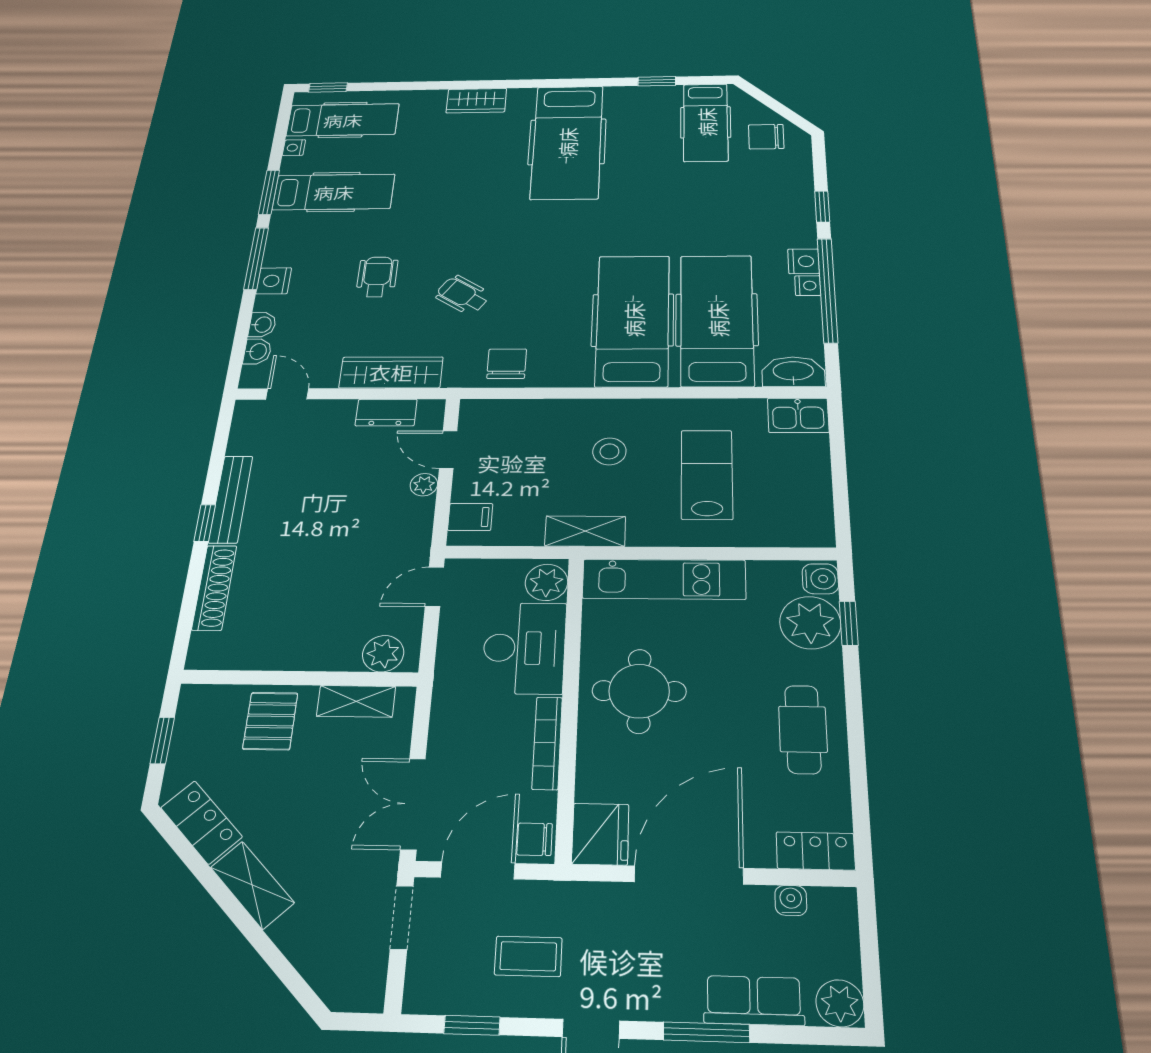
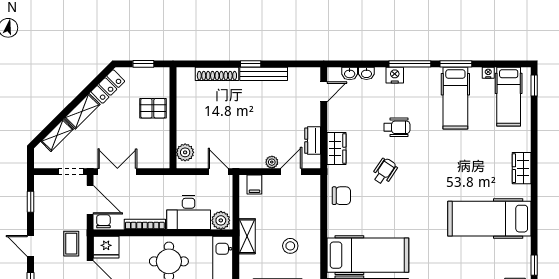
wardrobe: (391, 372) -> (336, 149), width x0.67
shelving: (356, 701) -> (57, 135), moved, turned 45
coffee table: (528, 956) -> (71, 244), moved

